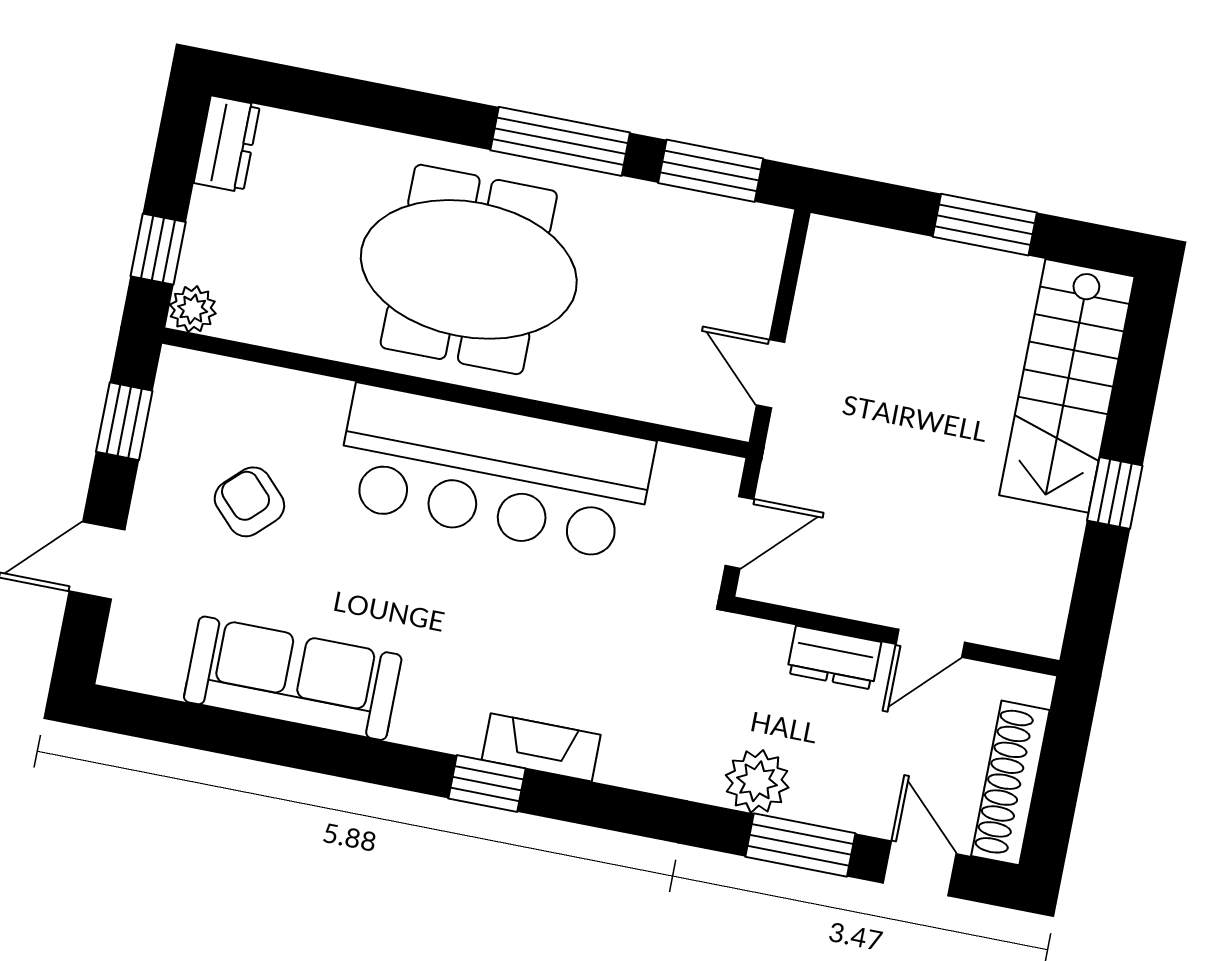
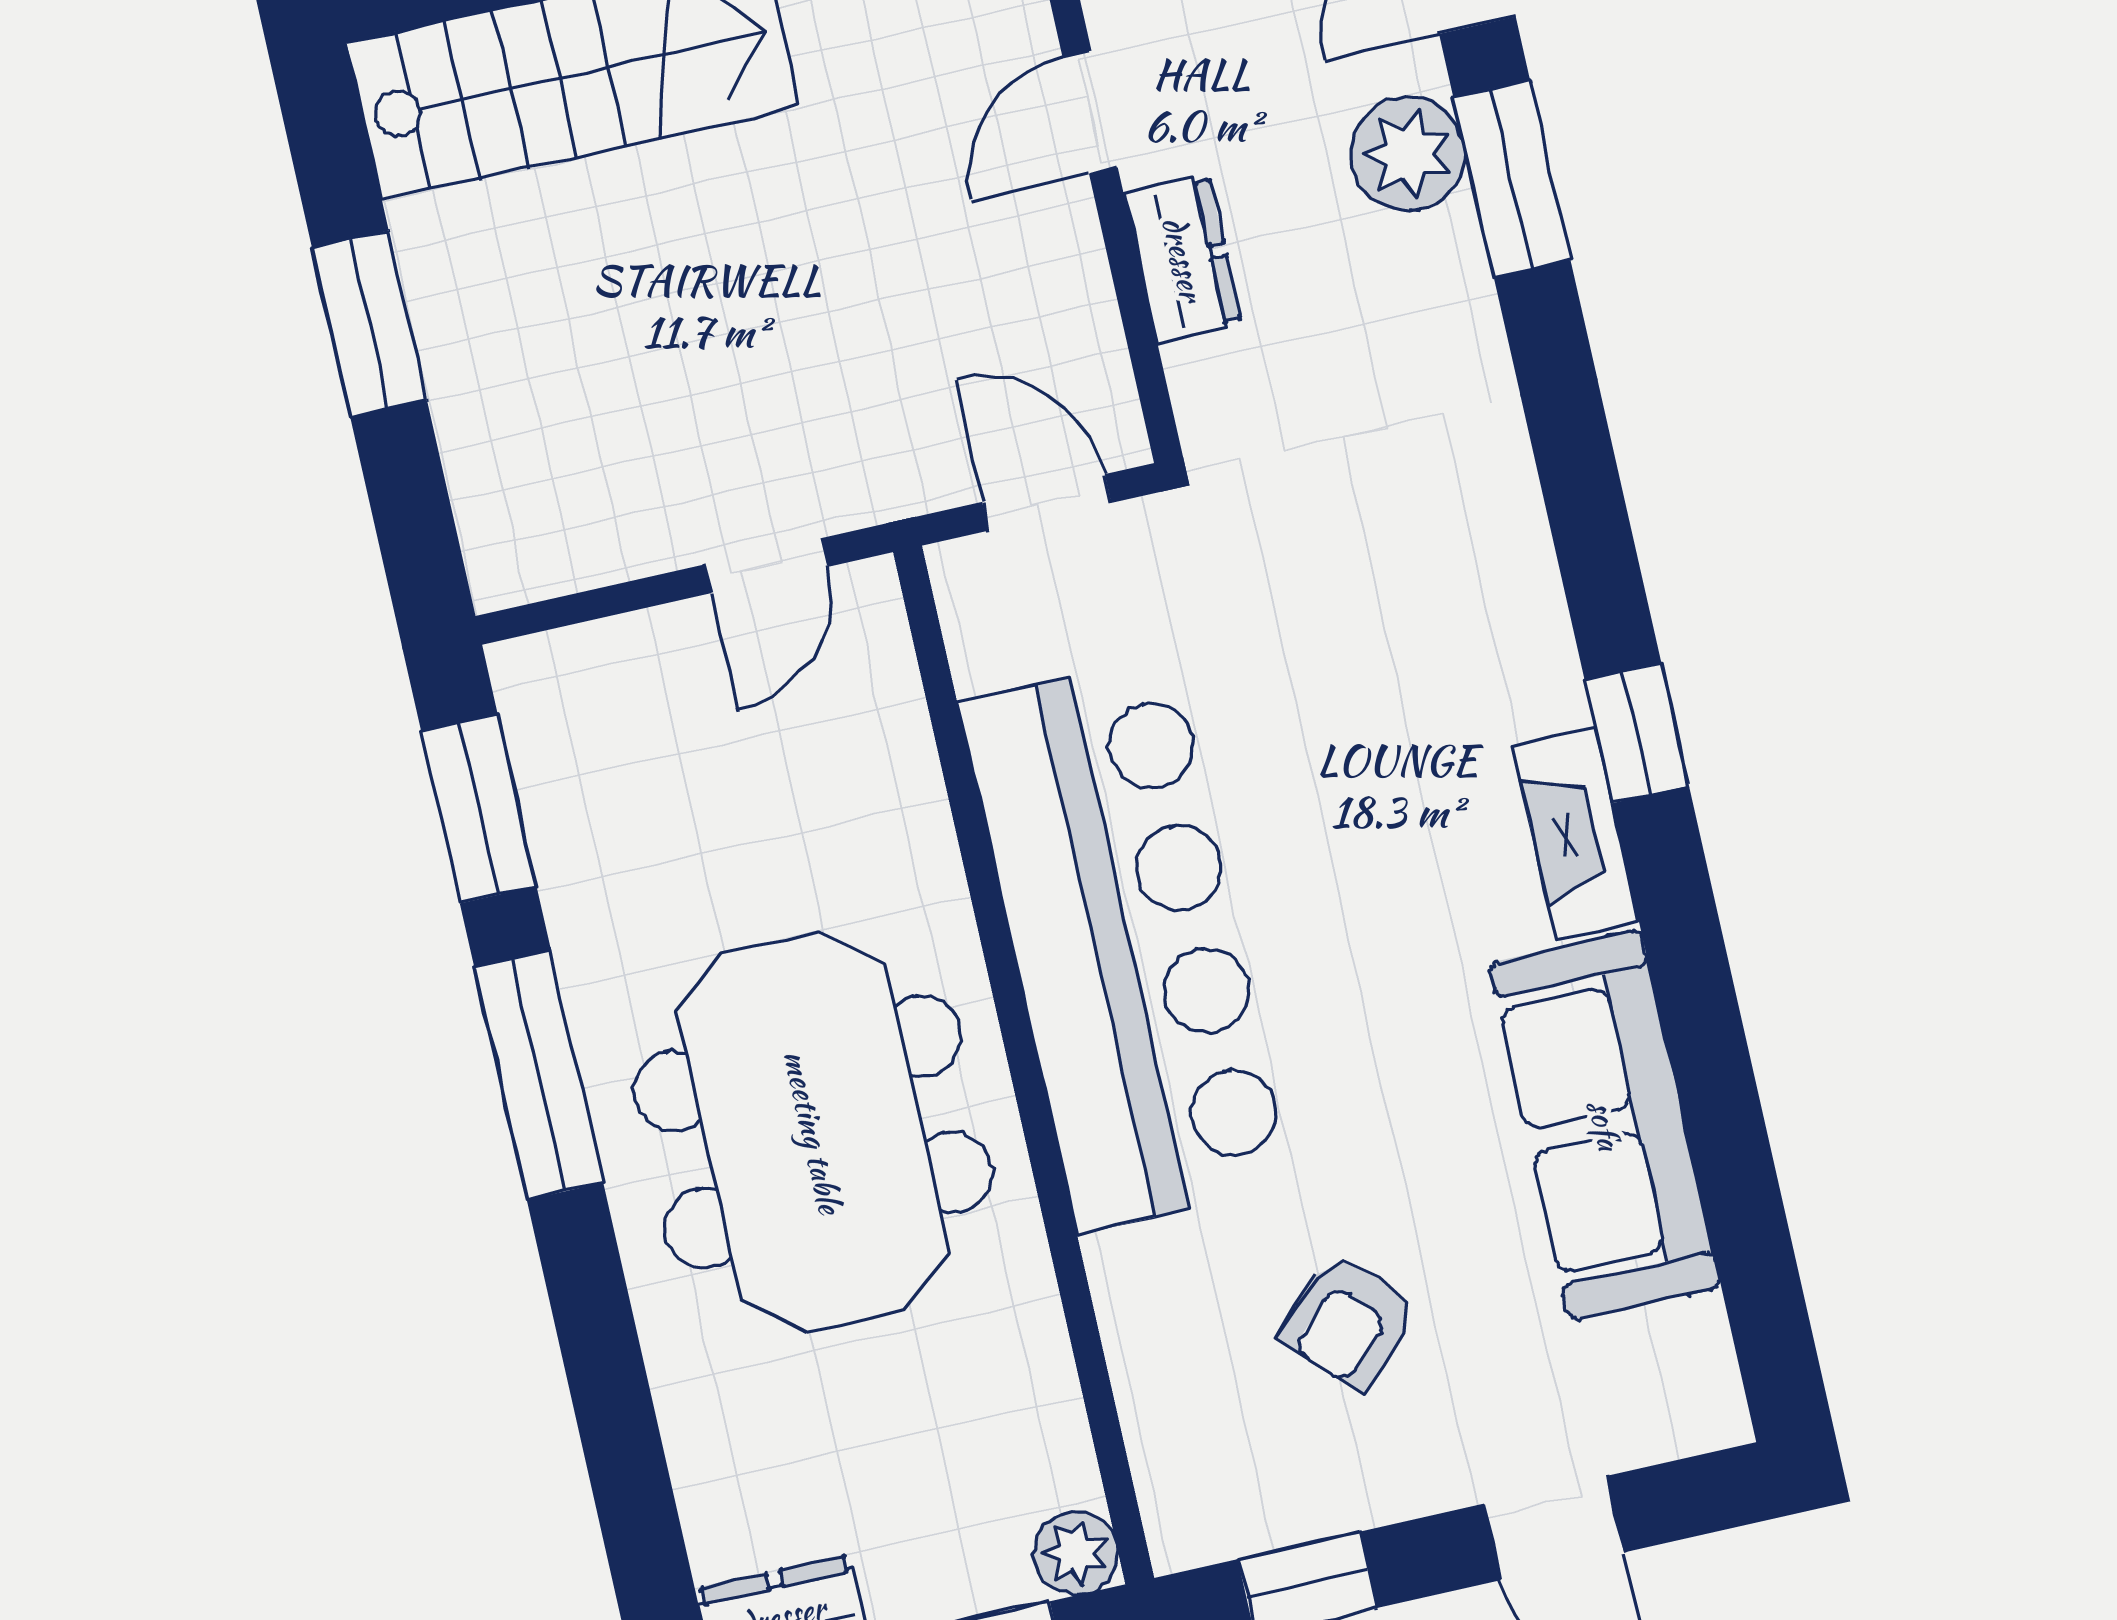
door: (930, 643) -> (1090, 112), swing flipped
fireplace: (541, 747) -> (1576, 833), moved
plant: (757, 781) -> (1408, 154), moved

